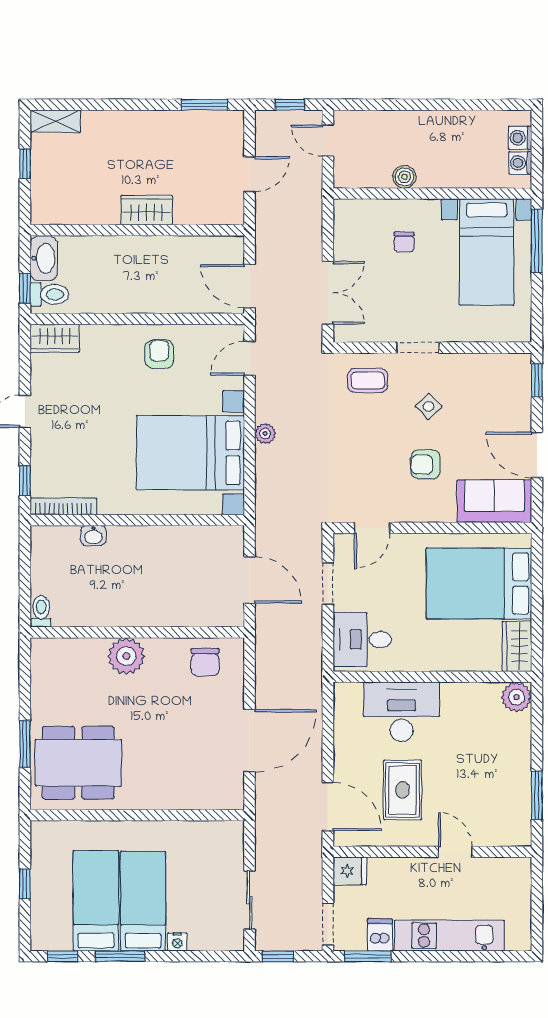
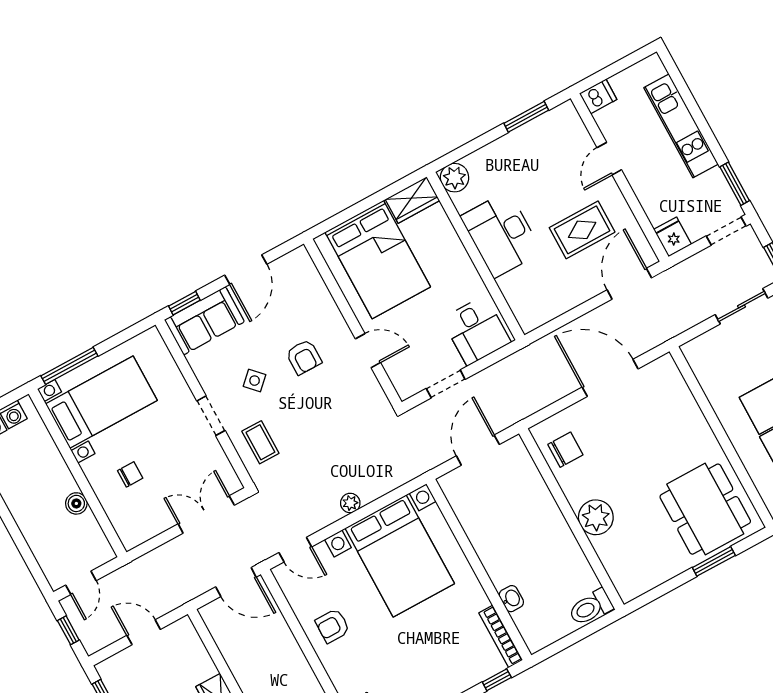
door: (250, 286) -> (236, 582), hinge flipped
sofa: (494, 501) -> (204, 321), moved, turned -90
door: (372, 528) -> (368, 351), moved
toilet: (41, 611) -> (591, 607), width x1.37, depth x1.39
desk: (402, 712) -> (501, 234), moved
dishwasher: (380, 935) -> (598, 96), moved, turned 180

